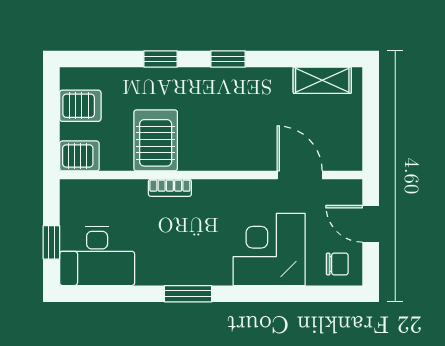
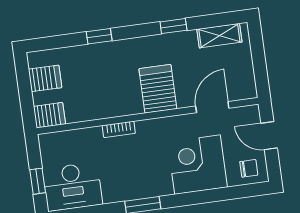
window: (228, 59) -> (173, 26), moved
server rack: (156, 140) -> (158, 89), moved
door: (300, 175) -> (212, 107), hinge flipped

